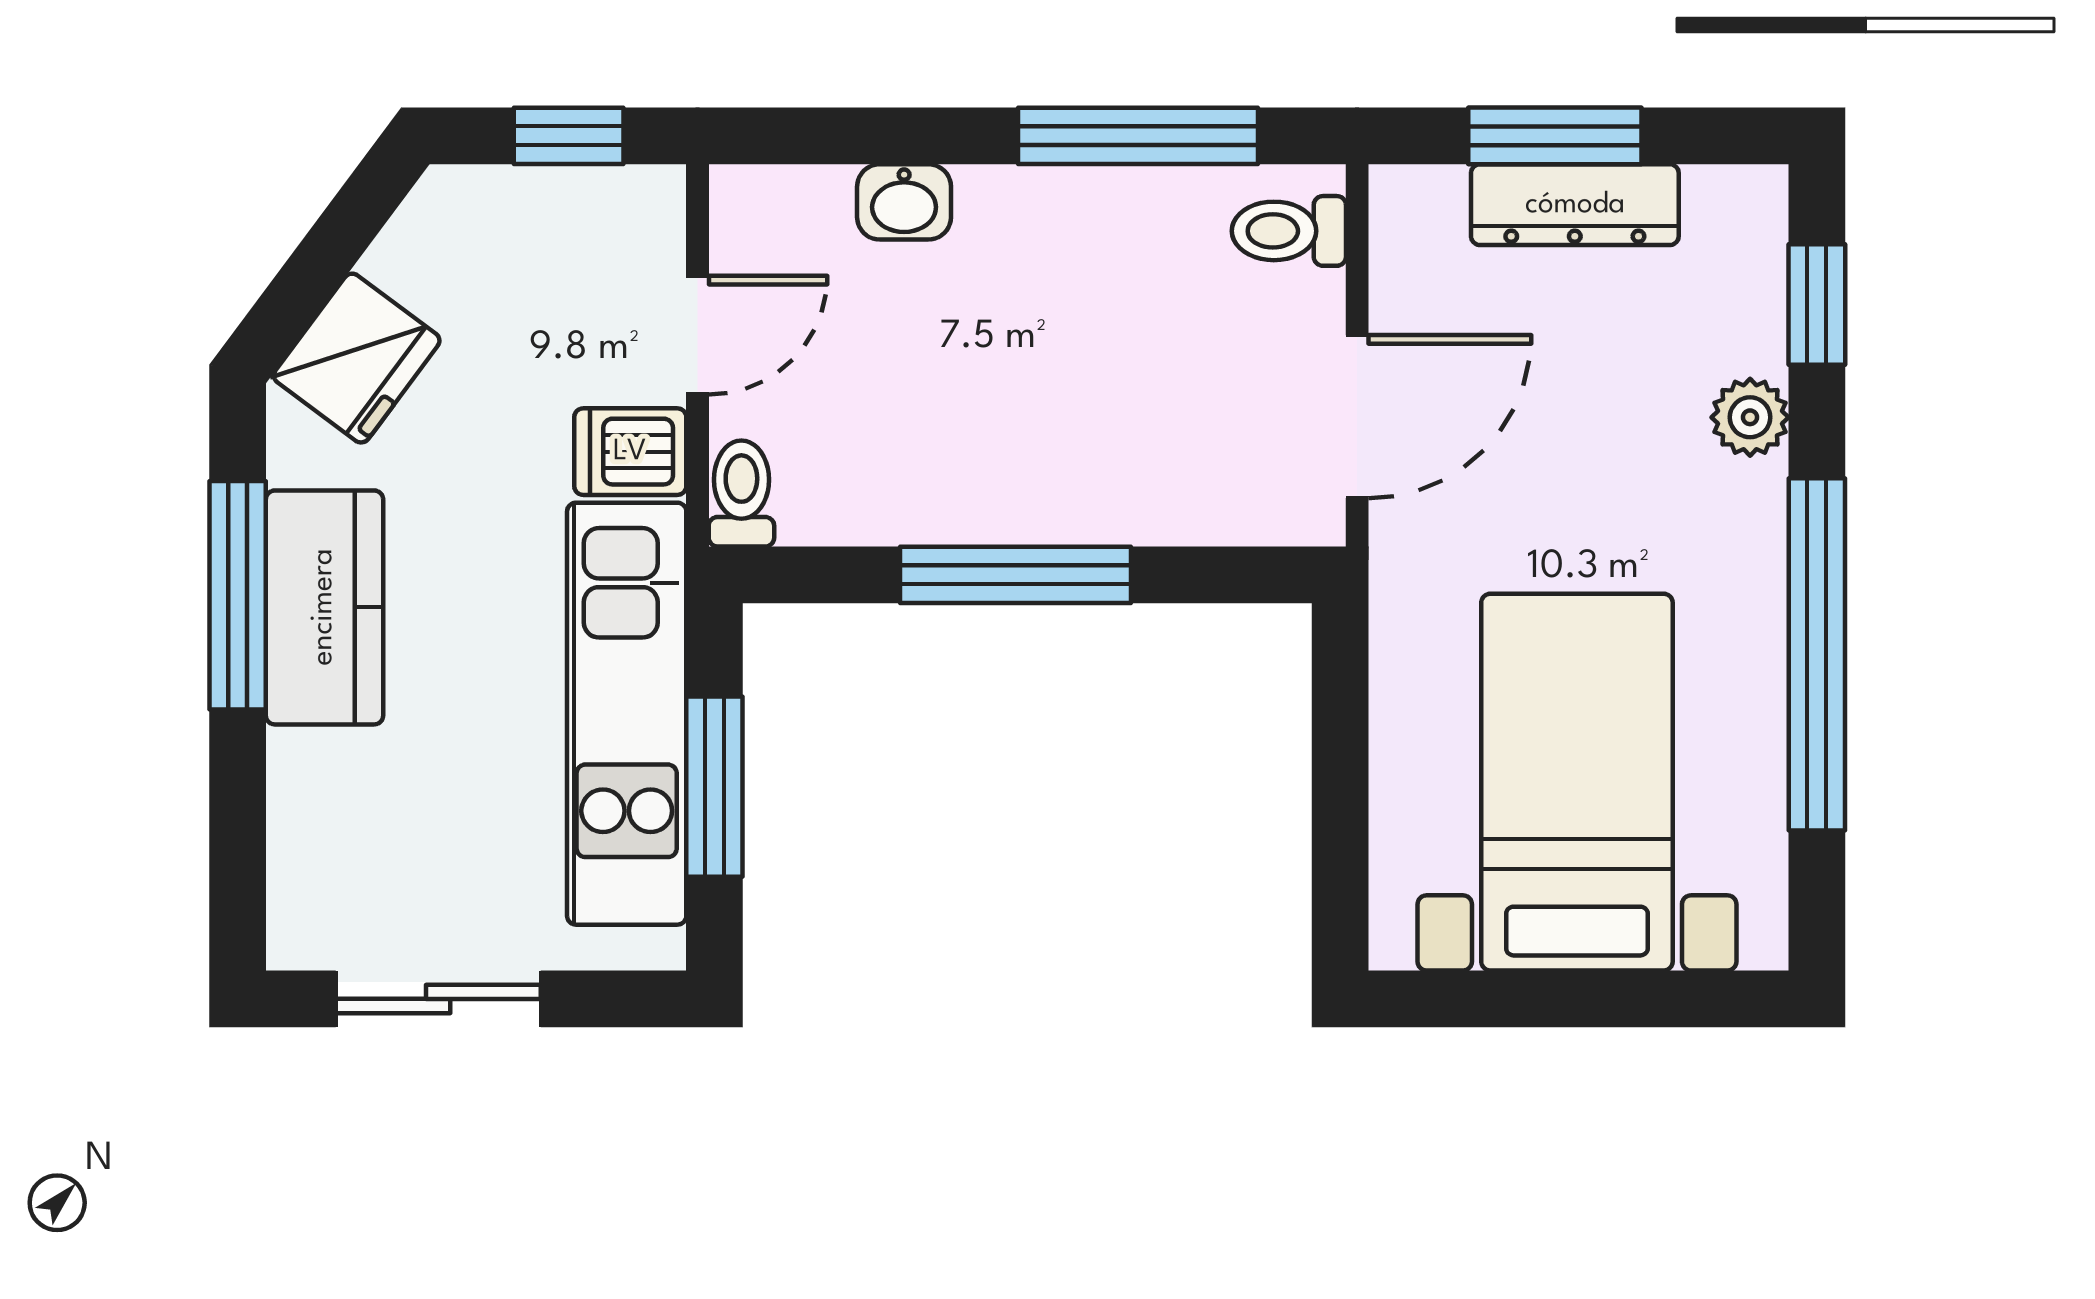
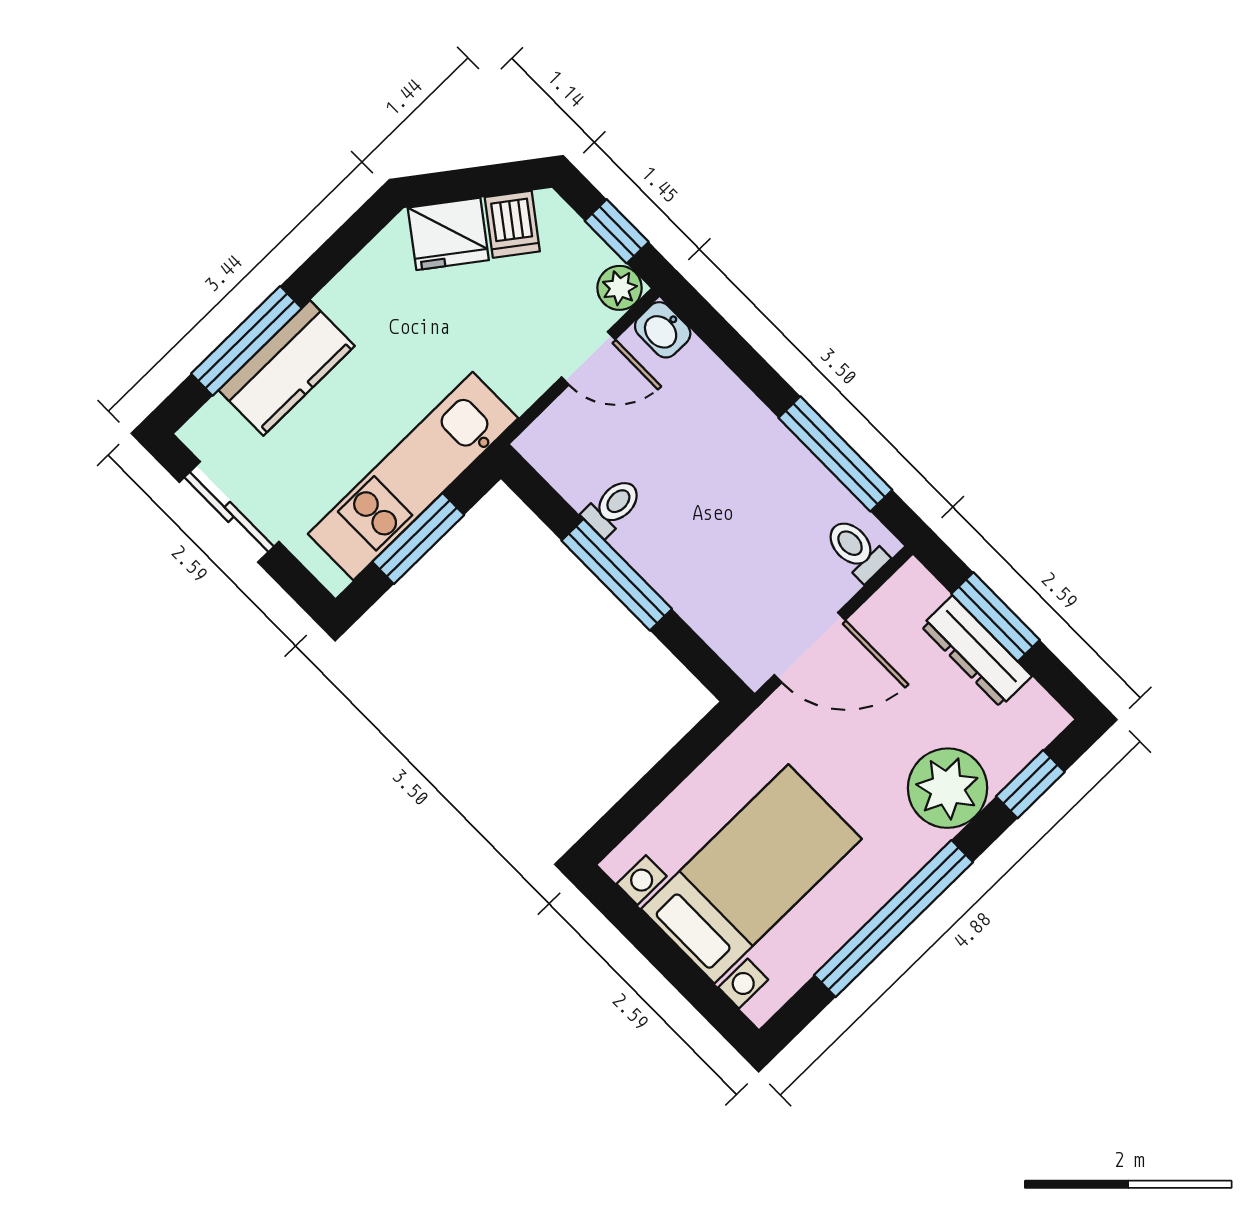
washbasin: (904, 202) -> (663, 330), moved
plant: (646, 204) -> (620, 288), added
plant: (1750, 417) -> (948, 788), width x1.87, depth x1.87
dishwasher: (630, 452) -> (512, 224), moved, turned -143
toilet: (741, 493) -> (613, 507), moved
window: (238, 595) -> (246, 341), moved
kitchen counter: (324, 607) -> (287, 368), moved

